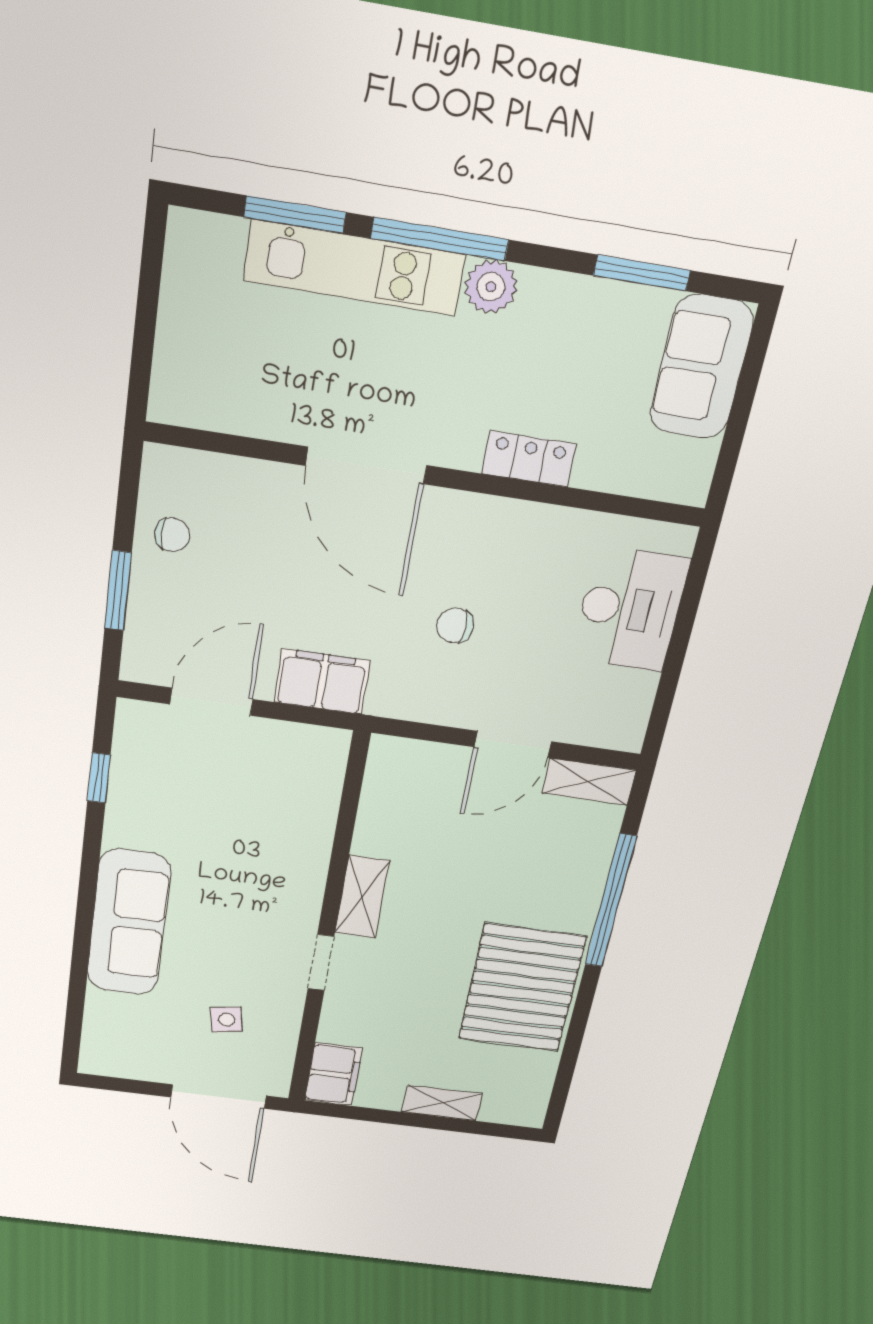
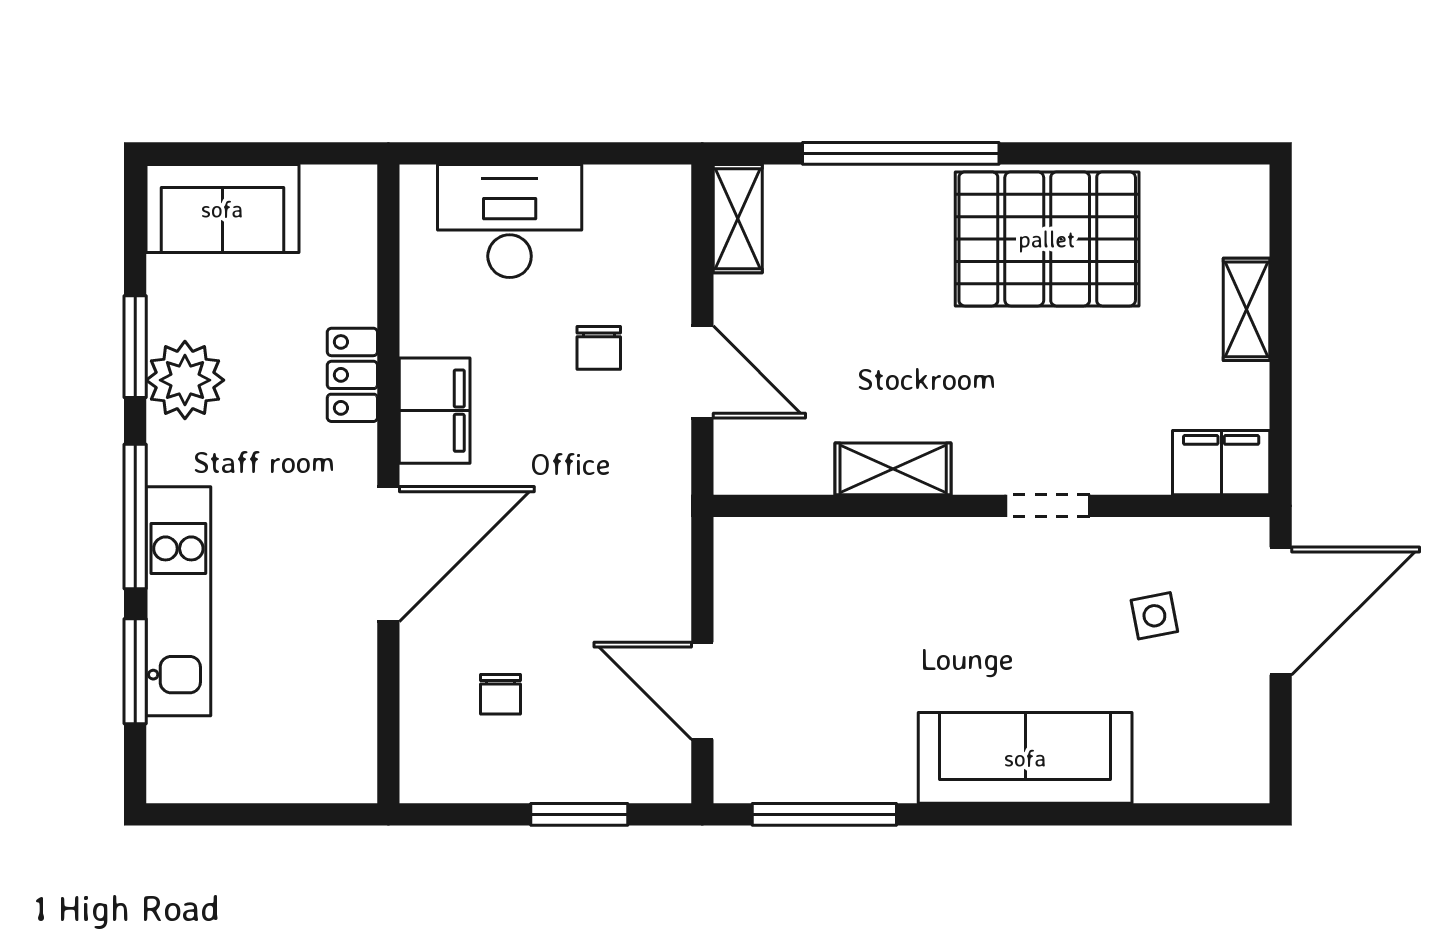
window: (642, 273) -> (135, 347), moved
plant: (491, 287) -> (185, 380), moved, width x1.36, depth x1.36
chair: (172, 535) -> (501, 694), moved, turned 180
chair: (455, 626) -> (599, 348), moved
filing cabinet: (322, 682) -> (435, 411), moved, turned 180
door: (513, 744) -> (702, 372), moved
window: (99, 778) -> (824, 814), width x2.17
shelving: (362, 897) -> (893, 469), moved

